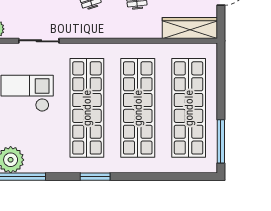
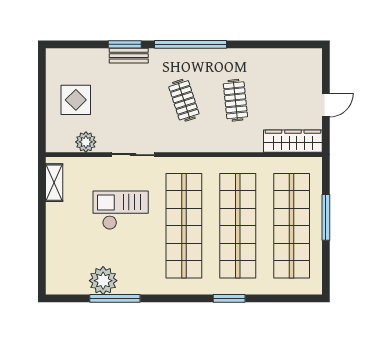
window: (221, 141) -> (326, 217), moved
window: (95, 177) -> (229, 298), moved

